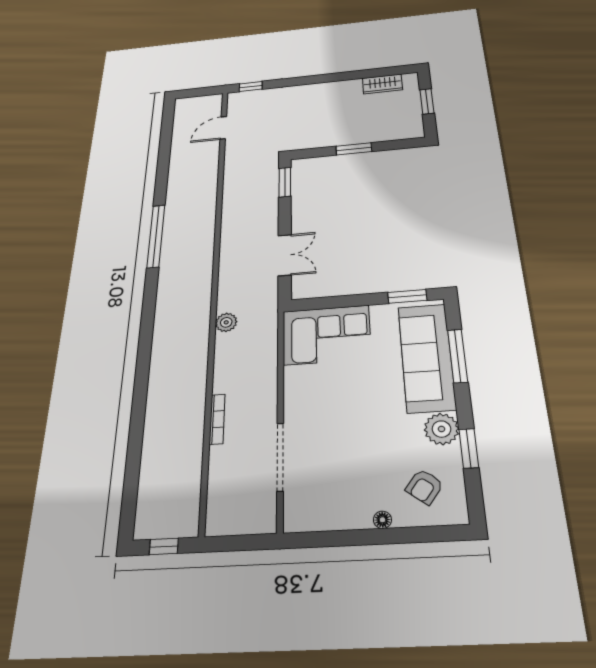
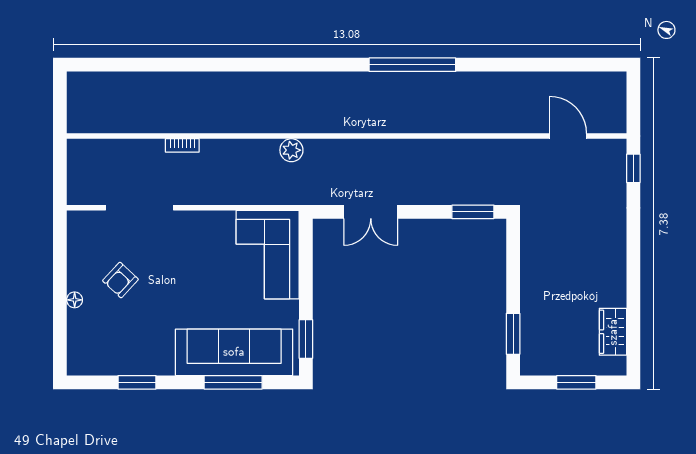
window: (354, 149) -> (513, 334), moved
bookcase: (217, 419) -> (182, 145), width x0.64
plant: (441, 429) -> (158, 360), removed
armchair: (424, 487) -> (120, 280), moved, turned -84
window: (164, 546) -> (60, 102), removed

